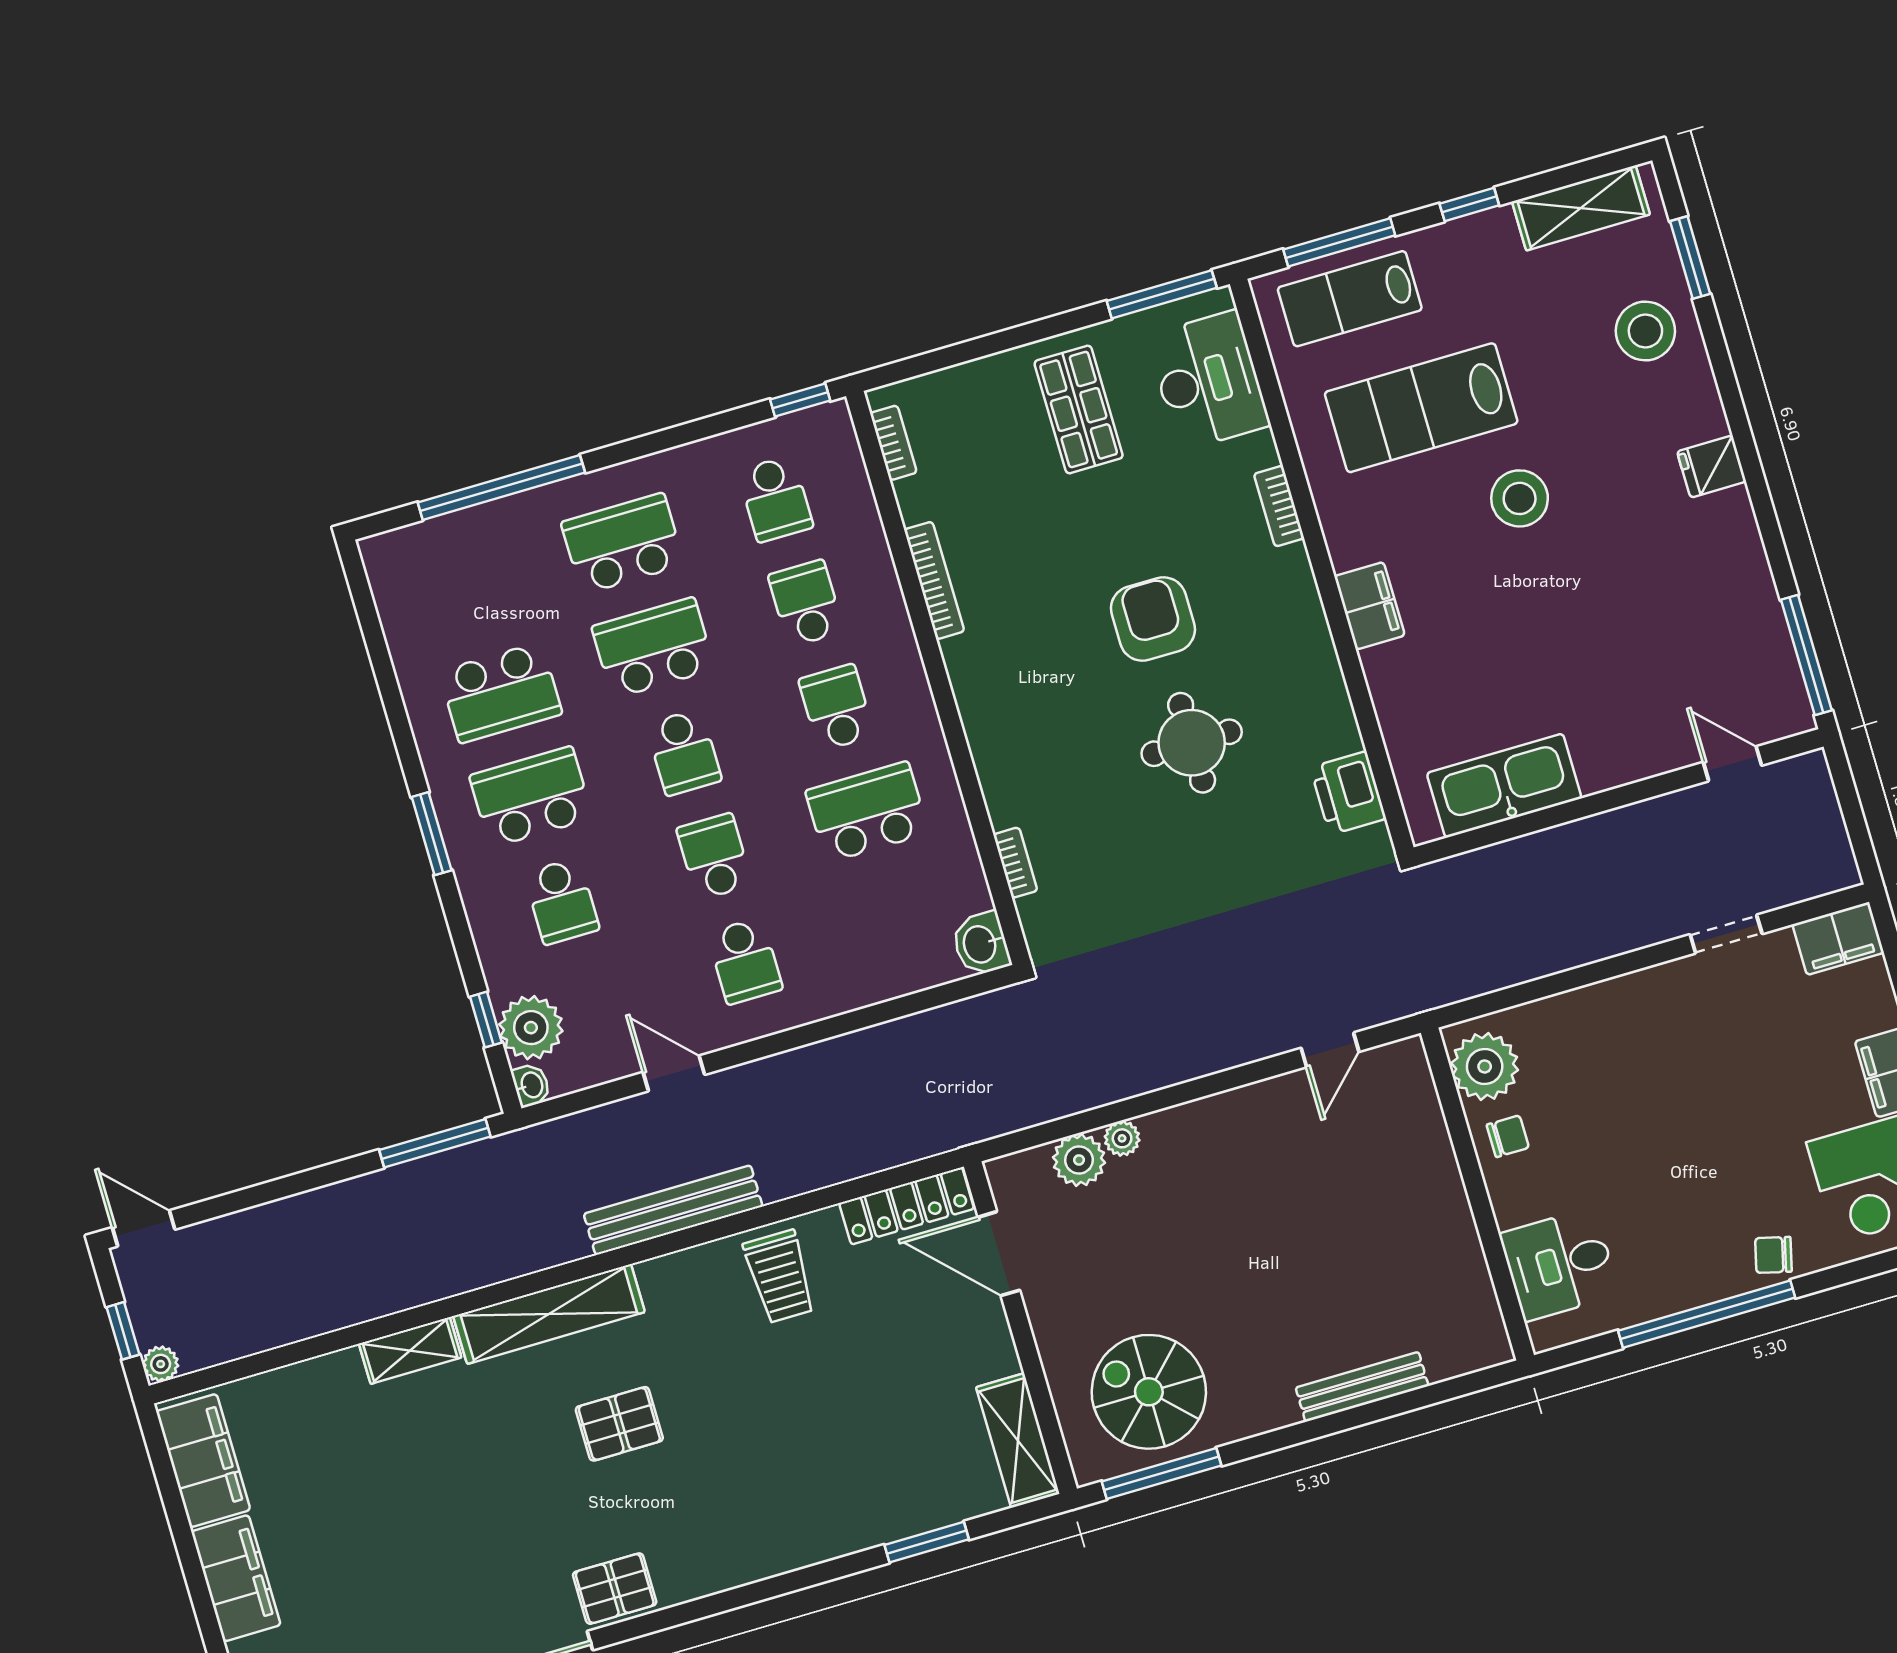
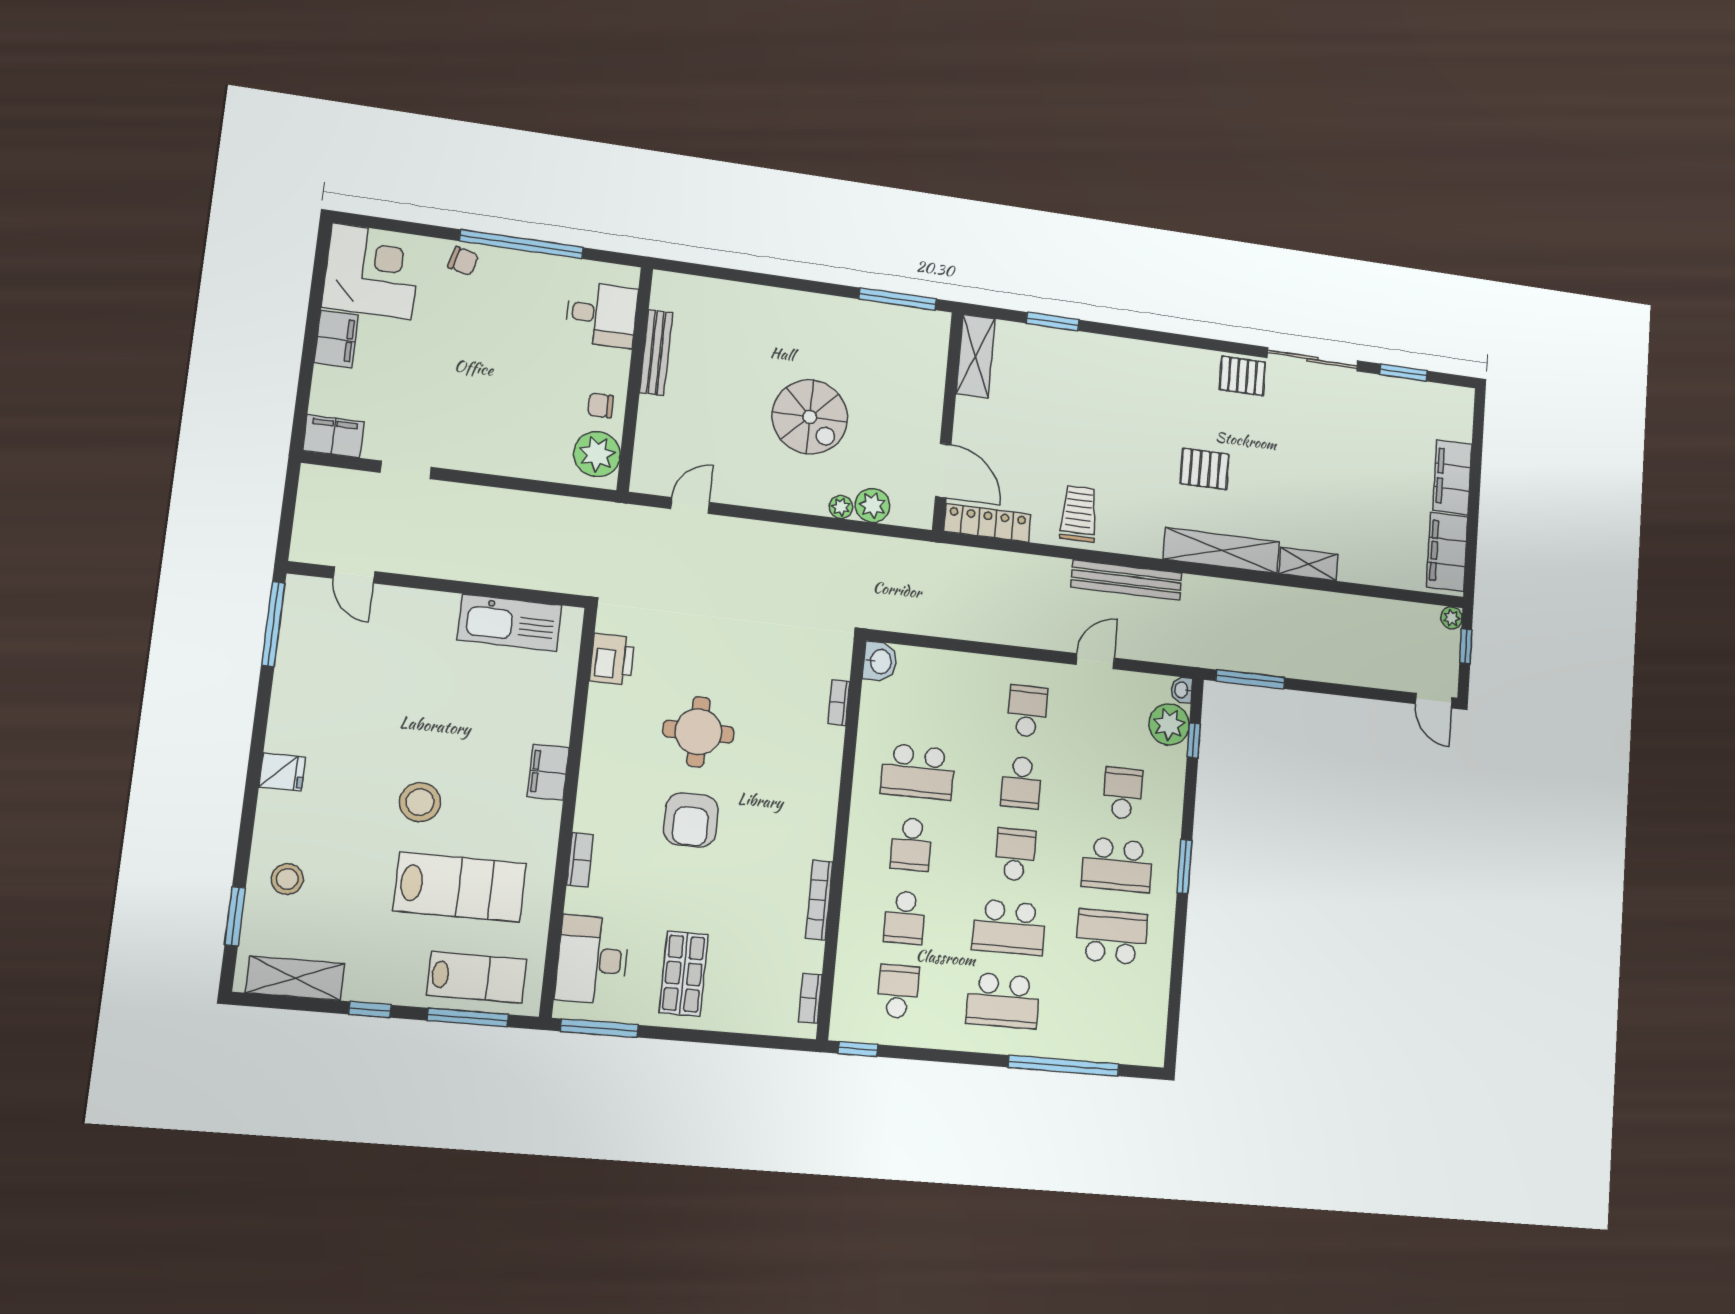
stool: (1645, 331) -> (287, 879), width x0.73, depth x0.73
door: (674, 1073) -> (1095, 661), swing flipped
bench: (1362, 1387) -> (656, 353), moved, turned 90
spiral stairs: (1149, 1392) -> (810, 417), moved

